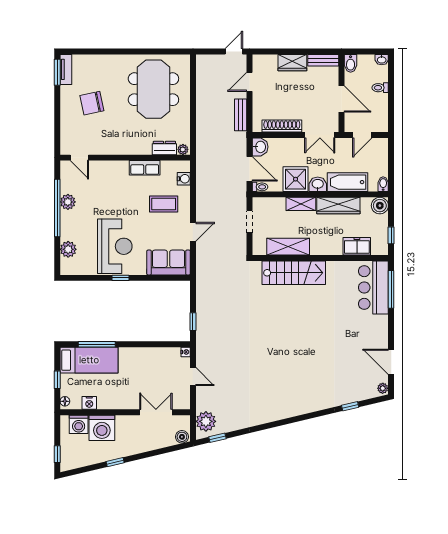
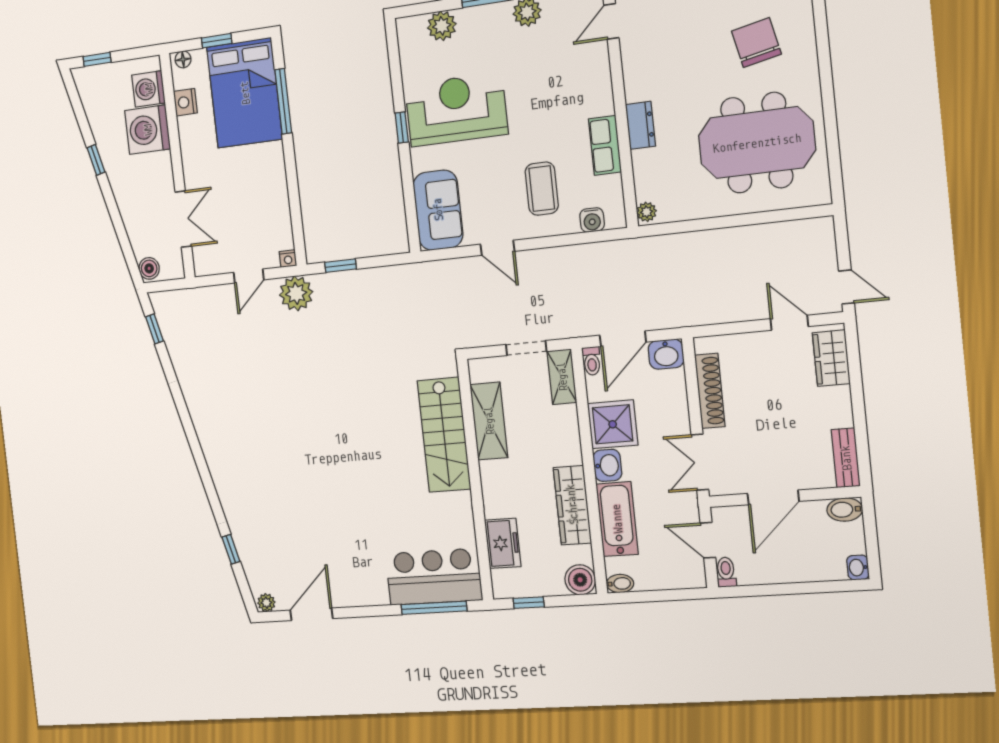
wardrobe: (292, 63) -> (831, 358), moved
toilet: (380, 88) -> (726, 572), moved
chair: (92, 103) -> (756, 43), moved
bench: (241, 115) -> (723, 312), removed
dresser: (164, 148) -> (640, 125), moved
shelving: (301, 204) -> (562, 377), moved
reception desk: (115, 246) -> (456, 110), turned 180
bed: (89, 360) -> (245, 93), width x1.50
plant: (206, 421) -> (296, 293), moved

